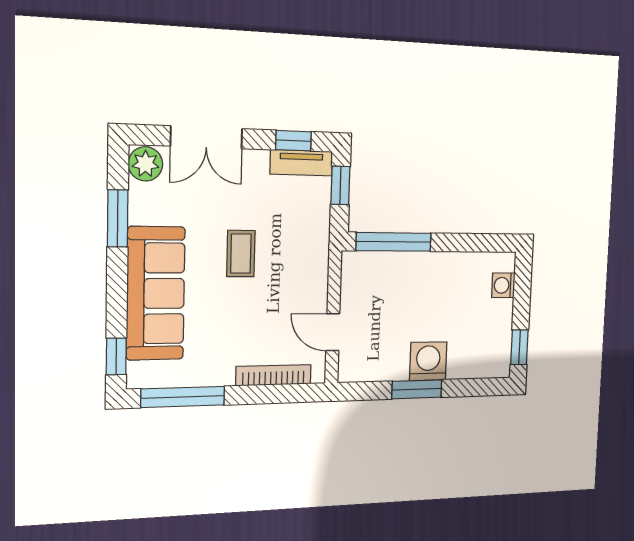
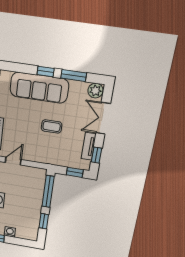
tv unit: (301, 163) -> (89, 146), moved
window: (465, 243) -> (44, 221), added
washing machine: (503, 285) -> (10, 232), moved
window: (116, 357) -> (46, 71), moved

